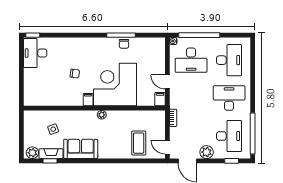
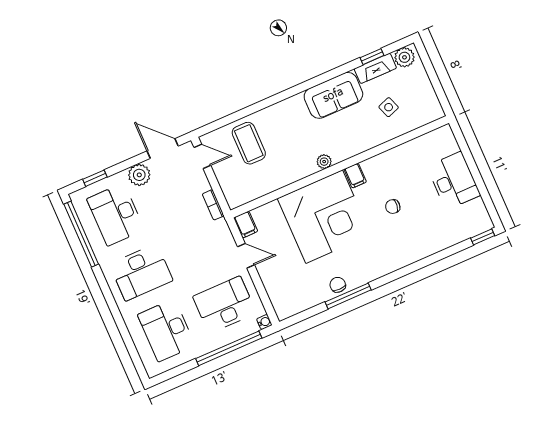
desk: (35, 53) -> (454, 181), moved

